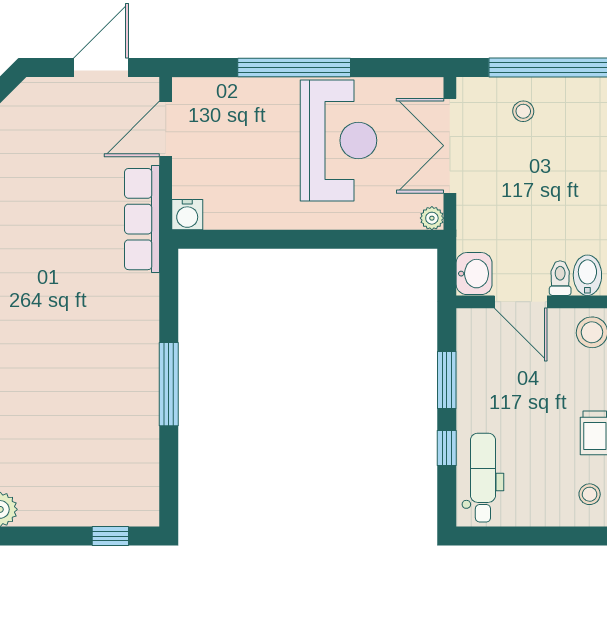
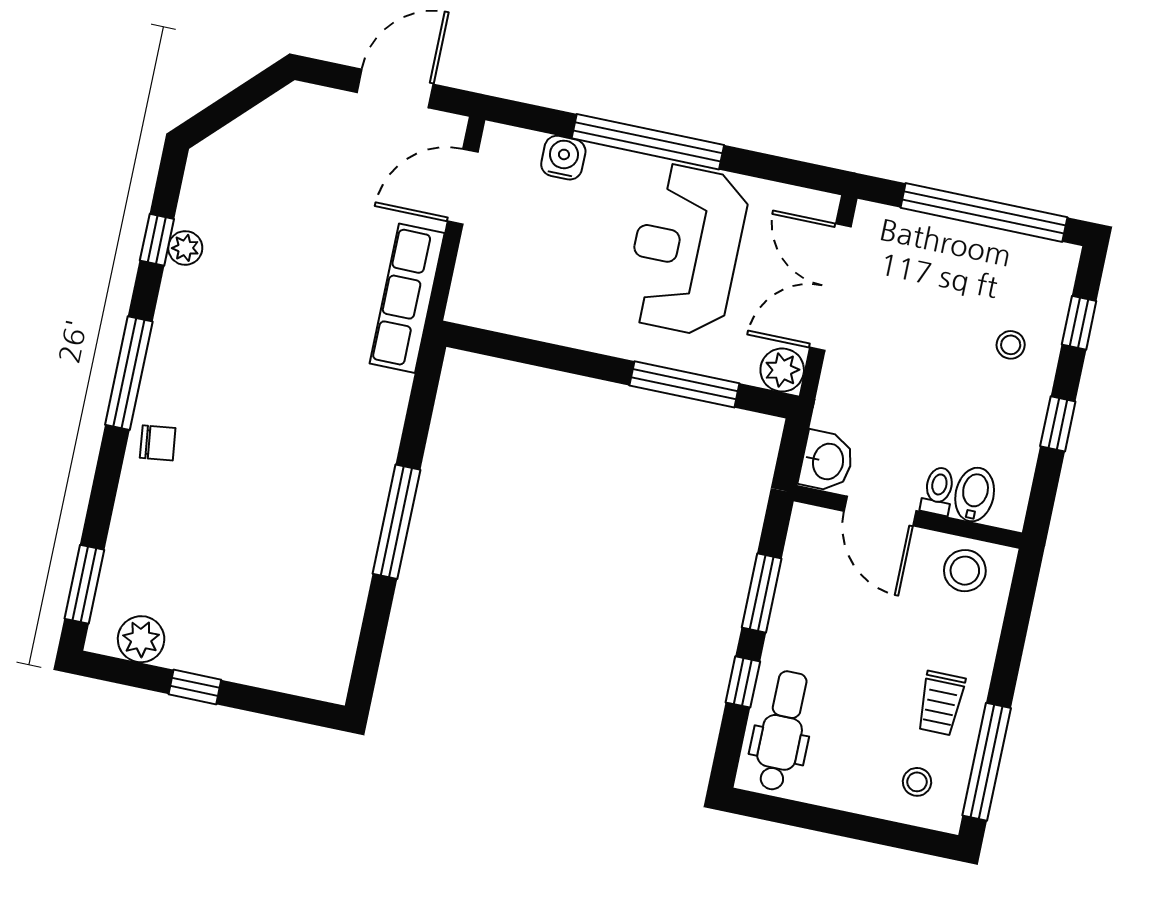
stool: (523, 111) -> (1011, 345), moved
reception desk: (339, 140) -> (686, 250), turned 180
water cooler: (187, 215) -> (563, 158), moved, turned 180
plant: (432, 218) -> (782, 370), width x1.38, depth x1.38
window: (358, 239) -> (684, 384), added
window: (110, 536) -> (195, 687), moved

